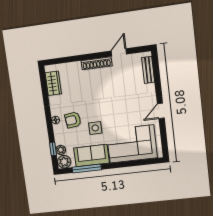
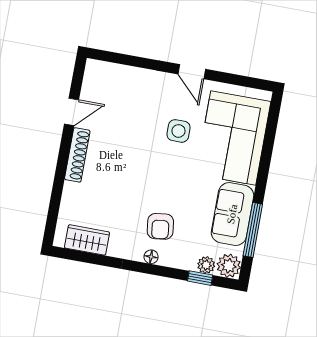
door: (119, 52) -> (71, 112), swing flipped
bench: (148, 70) -> (116, 72), removed
side table: (95, 128) -> (178, 131), moved

